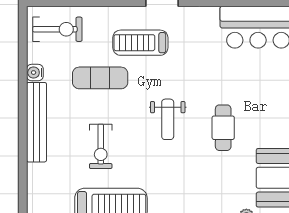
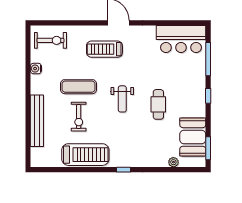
exercise mat: (100, 78) -> (79, 87), moved
bench: (36, 122) -> (37, 121), moved

